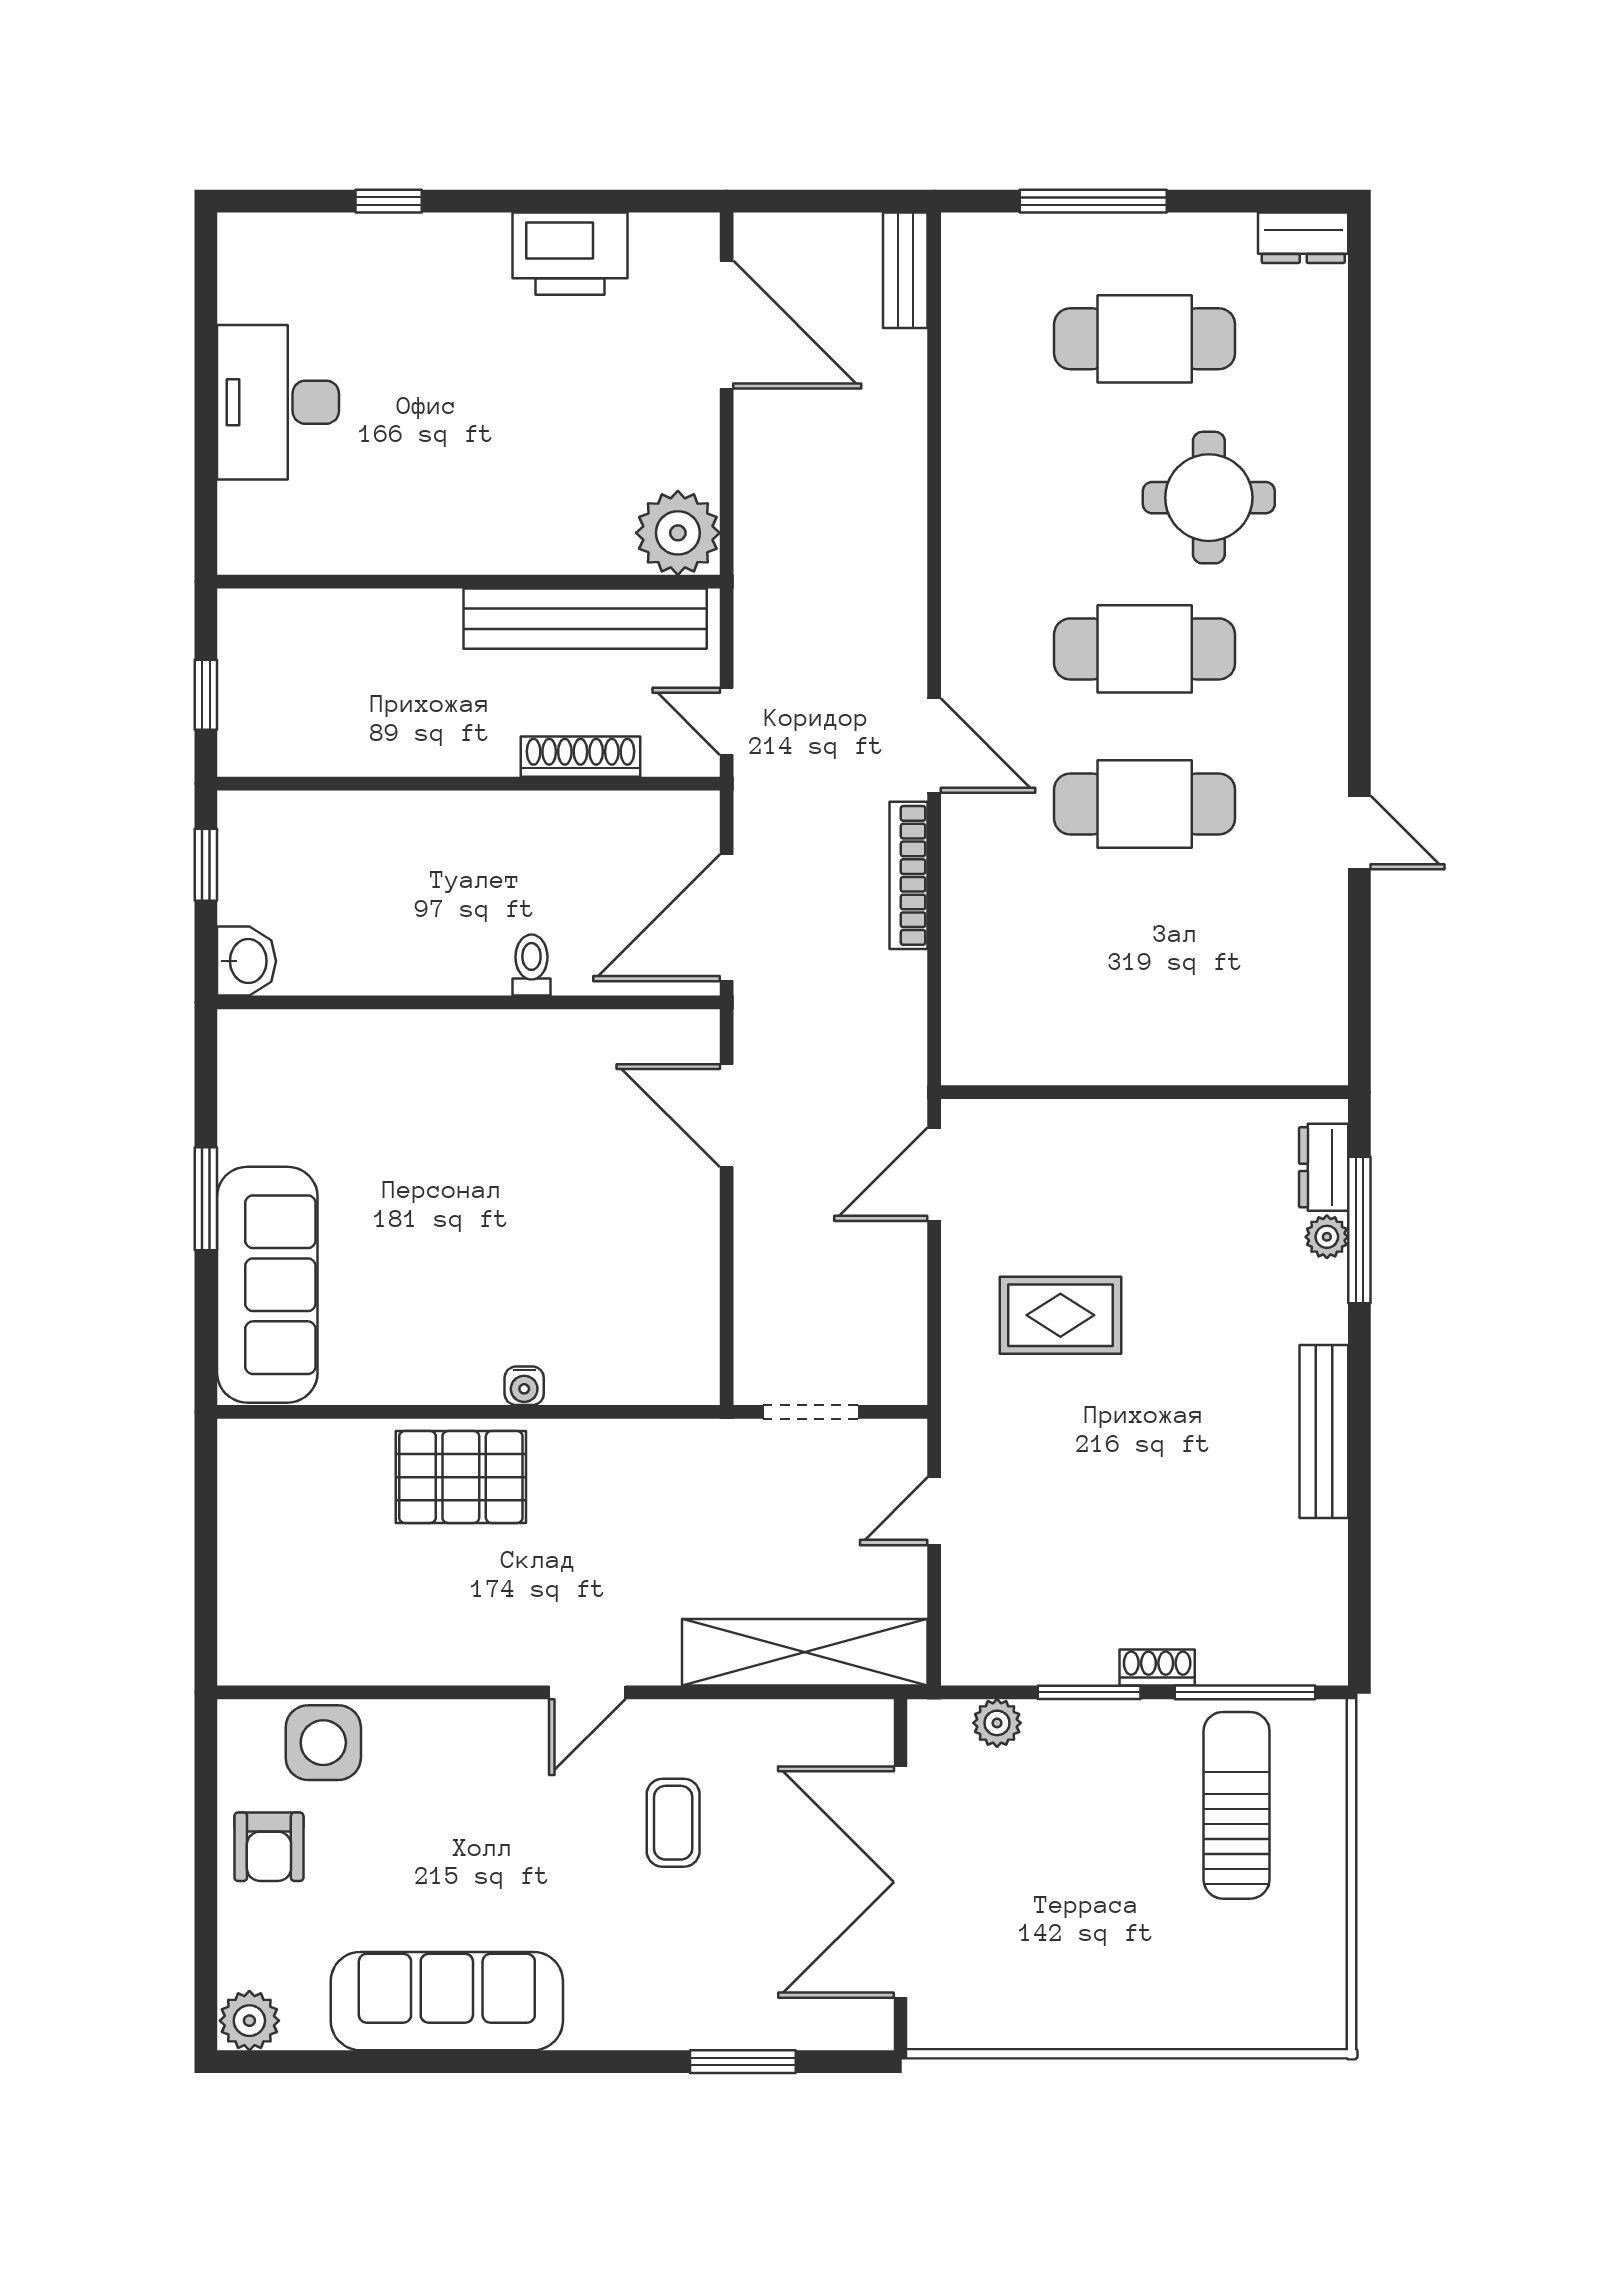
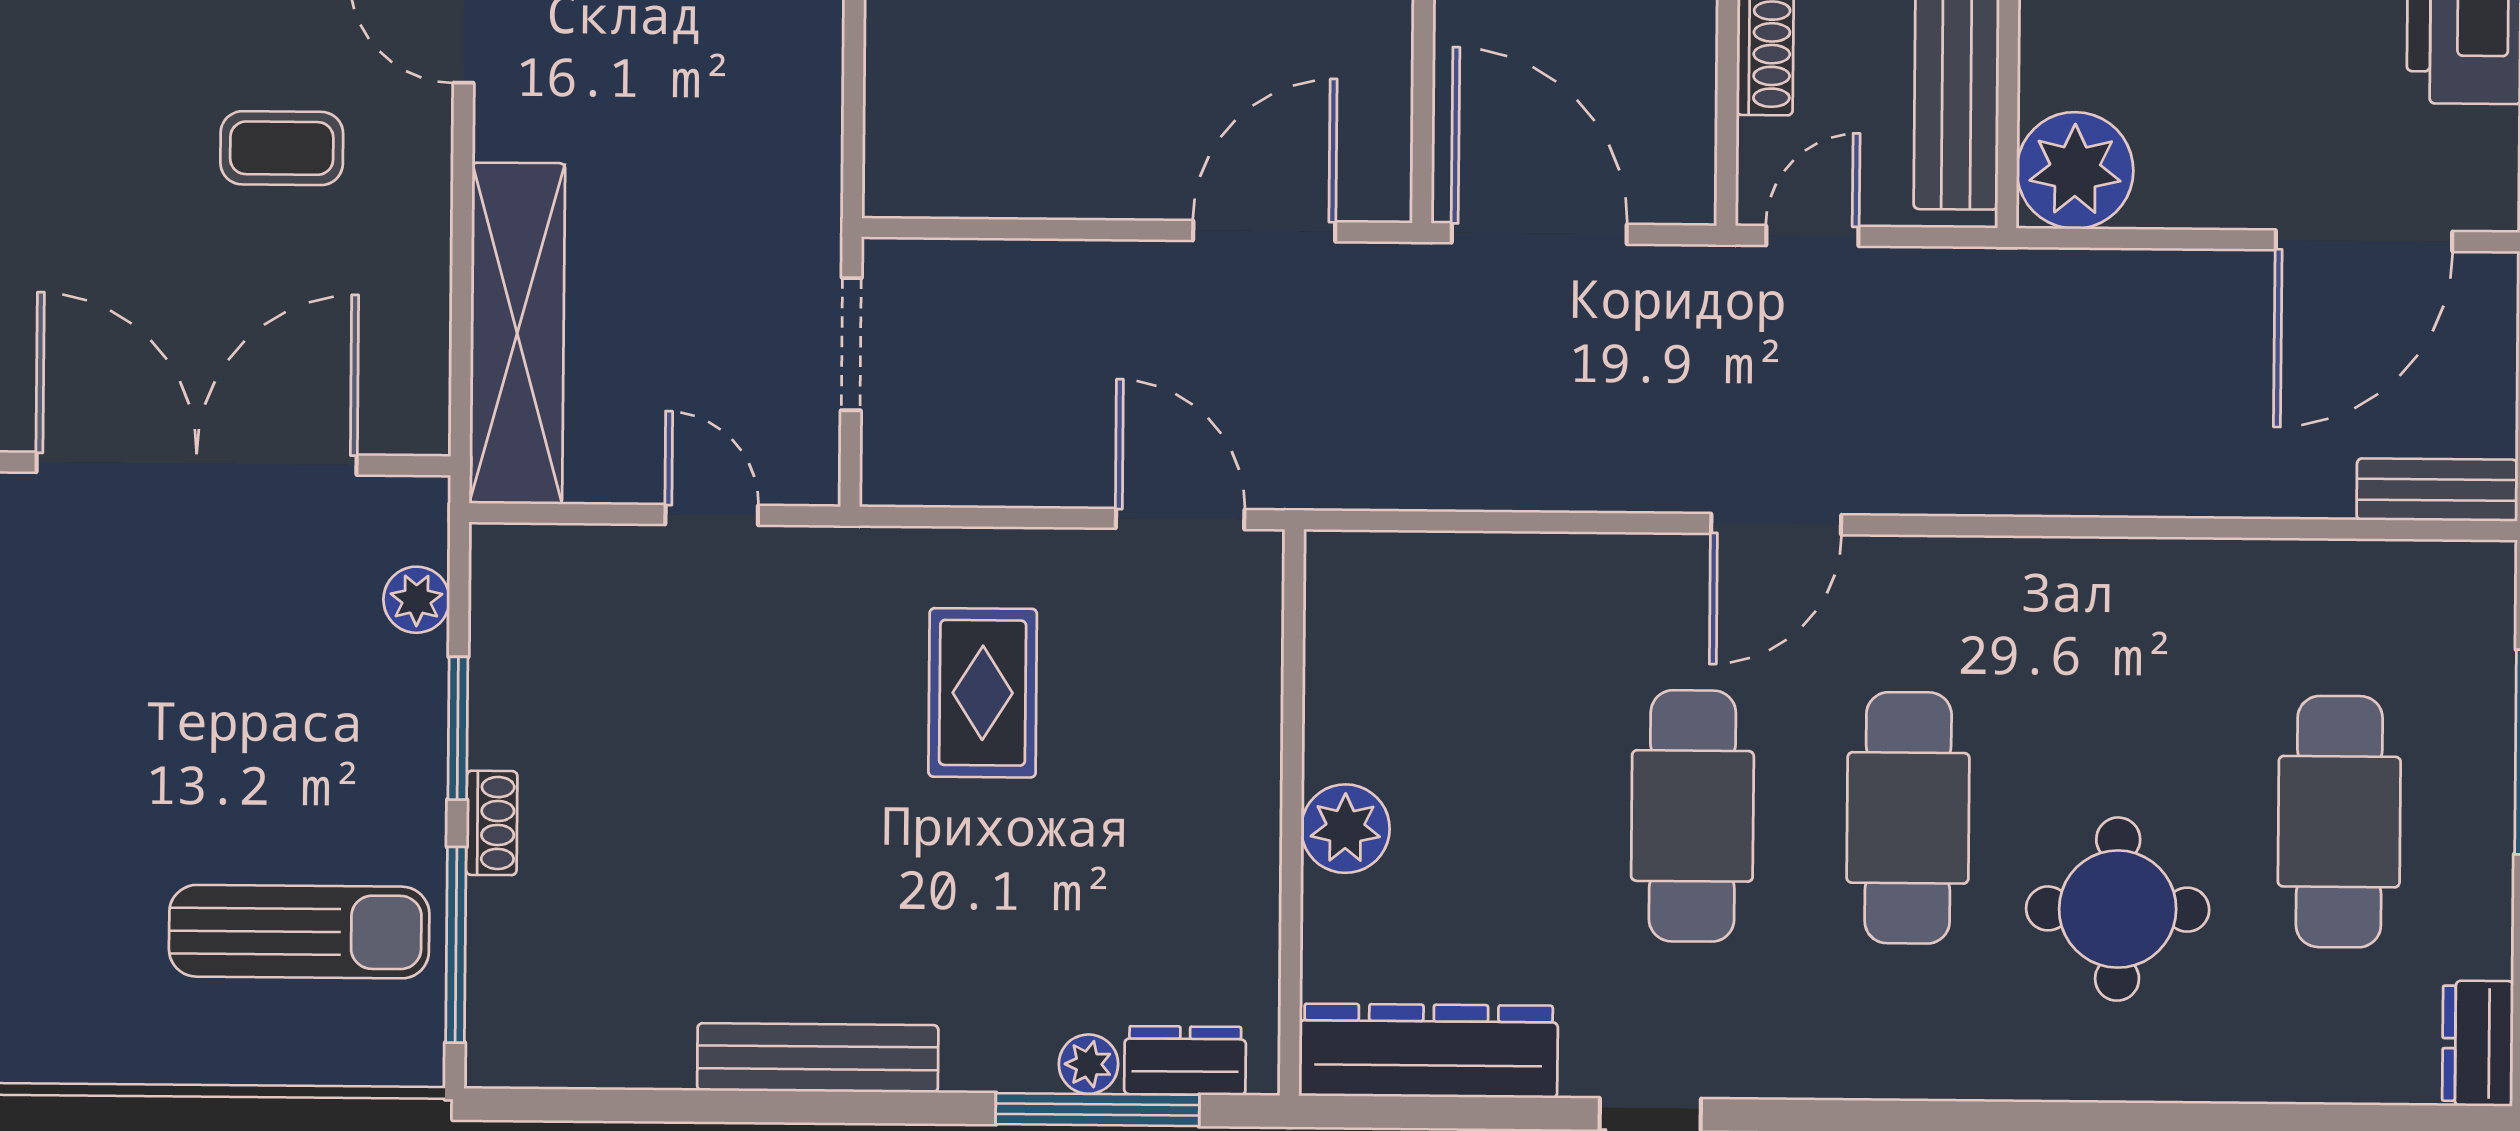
bookcase: (909, 875) -> (1596, 487), removed
dresser: (1315, 992) -> (1428, 1051), added
plant: (1156, 1054) -> (1345, 829), added

